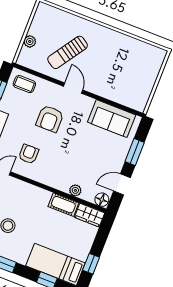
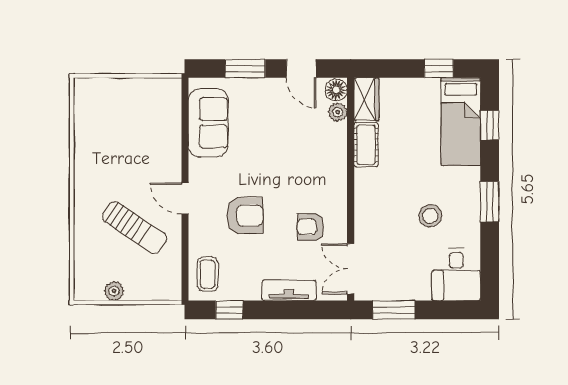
plant: (30, 41) -> (114, 291), moved
door: (73, 88) -> (185, 198), hinge flipped
plant: (75, 190) -> (338, 112), moved

